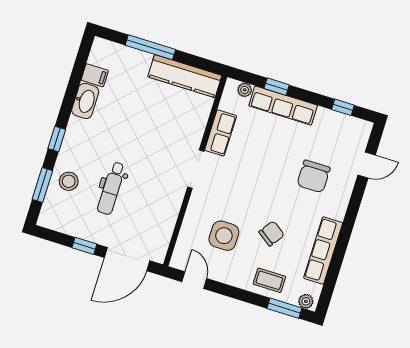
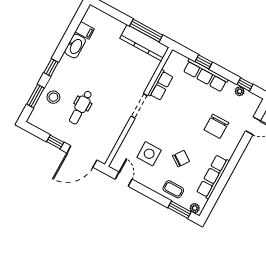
window: (150, 47) -> (146, 31), moved
plant: (245, 90) -> (240, 91), moved

